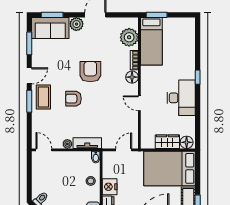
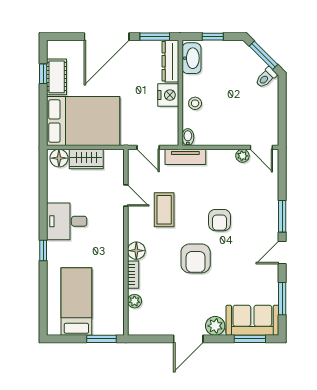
plant: (129, 37) -> (134, 301), width x0.53, depth x0.53
bed: (151, 41) -> (76, 302), moved
coffee table: (43, 97) -> (164, 210), moved
desk: (181, 98) -> (67, 221), width x0.73
armchair: (73, 99) -> (220, 220), turned 90
door: (139, 103) -> (126, 196), moved
tv unit: (87, 143) -> (185, 157), moved
plant: (67, 144) -> (242, 156), moved
door: (124, 150) -> (148, 147), hinge flipped

